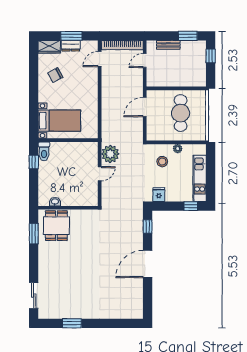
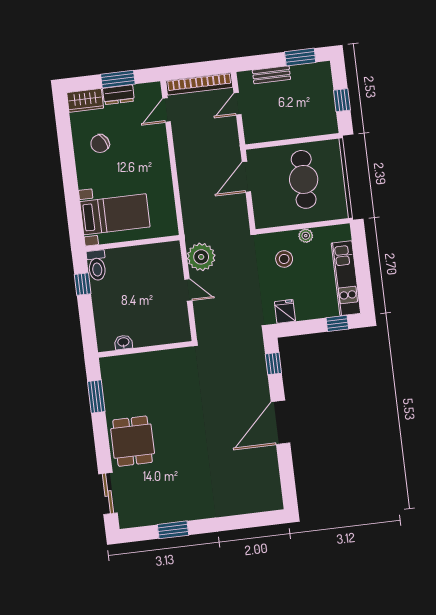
window: (211, 56) -> (342, 100), moved
door: (100, 174) -> (188, 290), hinge flipped
dining table: (56, 226) -> (133, 441), moved

